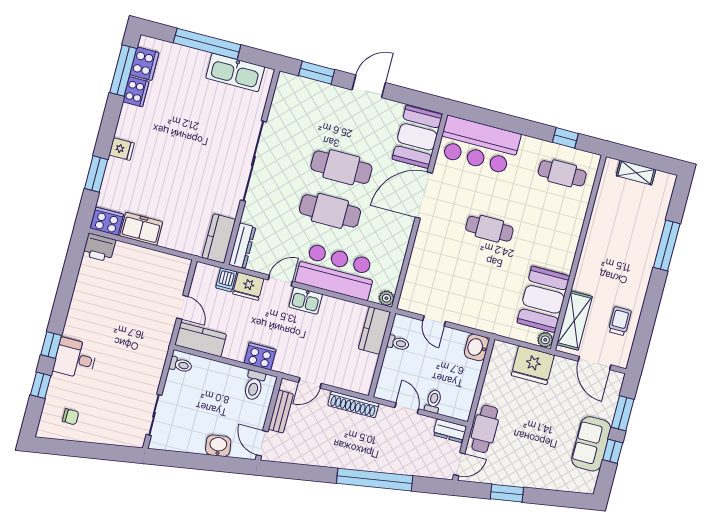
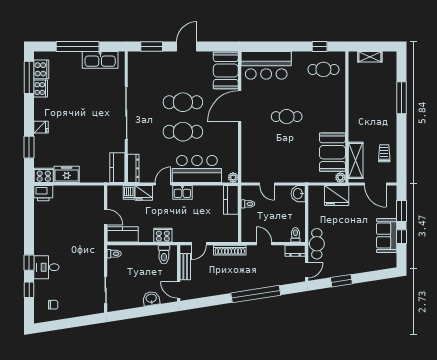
toilet: (433, 401) -> (295, 235), moved

